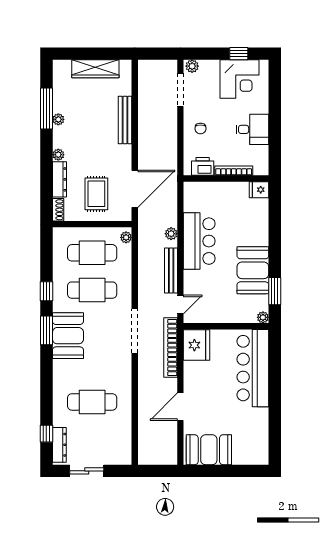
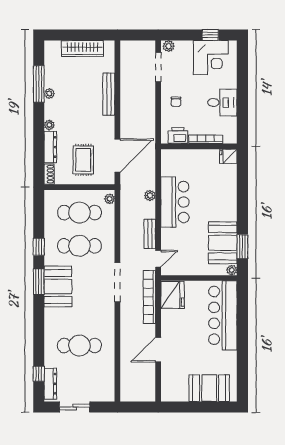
booth: (253, 270) -> (223, 243), moved
bench: (171, 271) -> (150, 234), width x0.73
booth: (209, 450) -> (209, 388), moved

